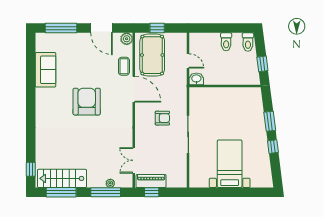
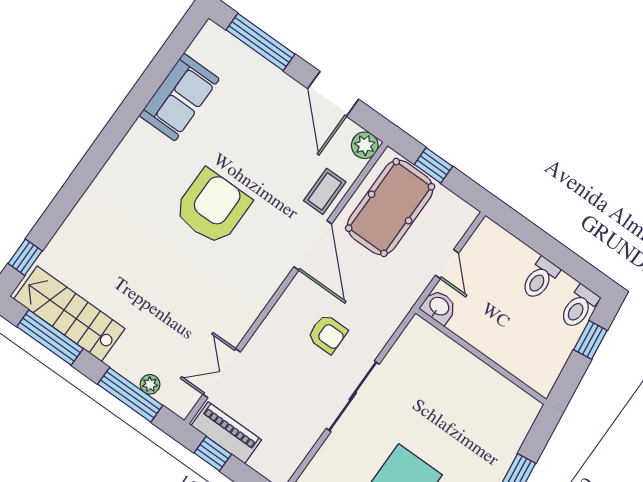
window: (262, 64) -> (590, 340), moved

